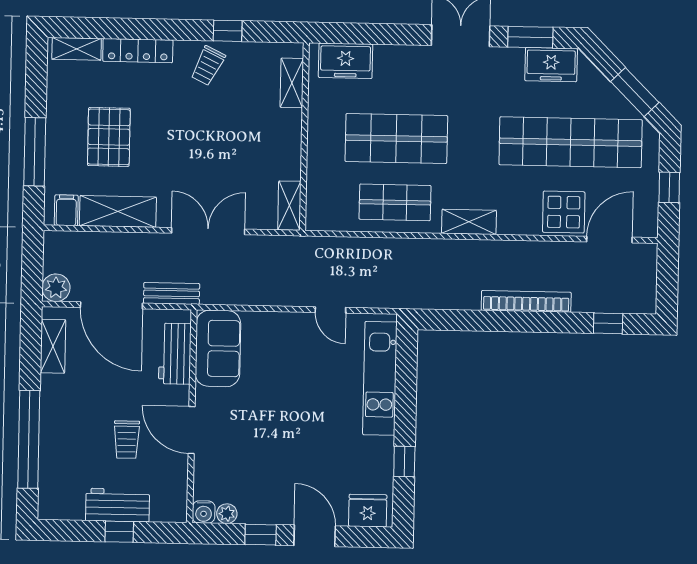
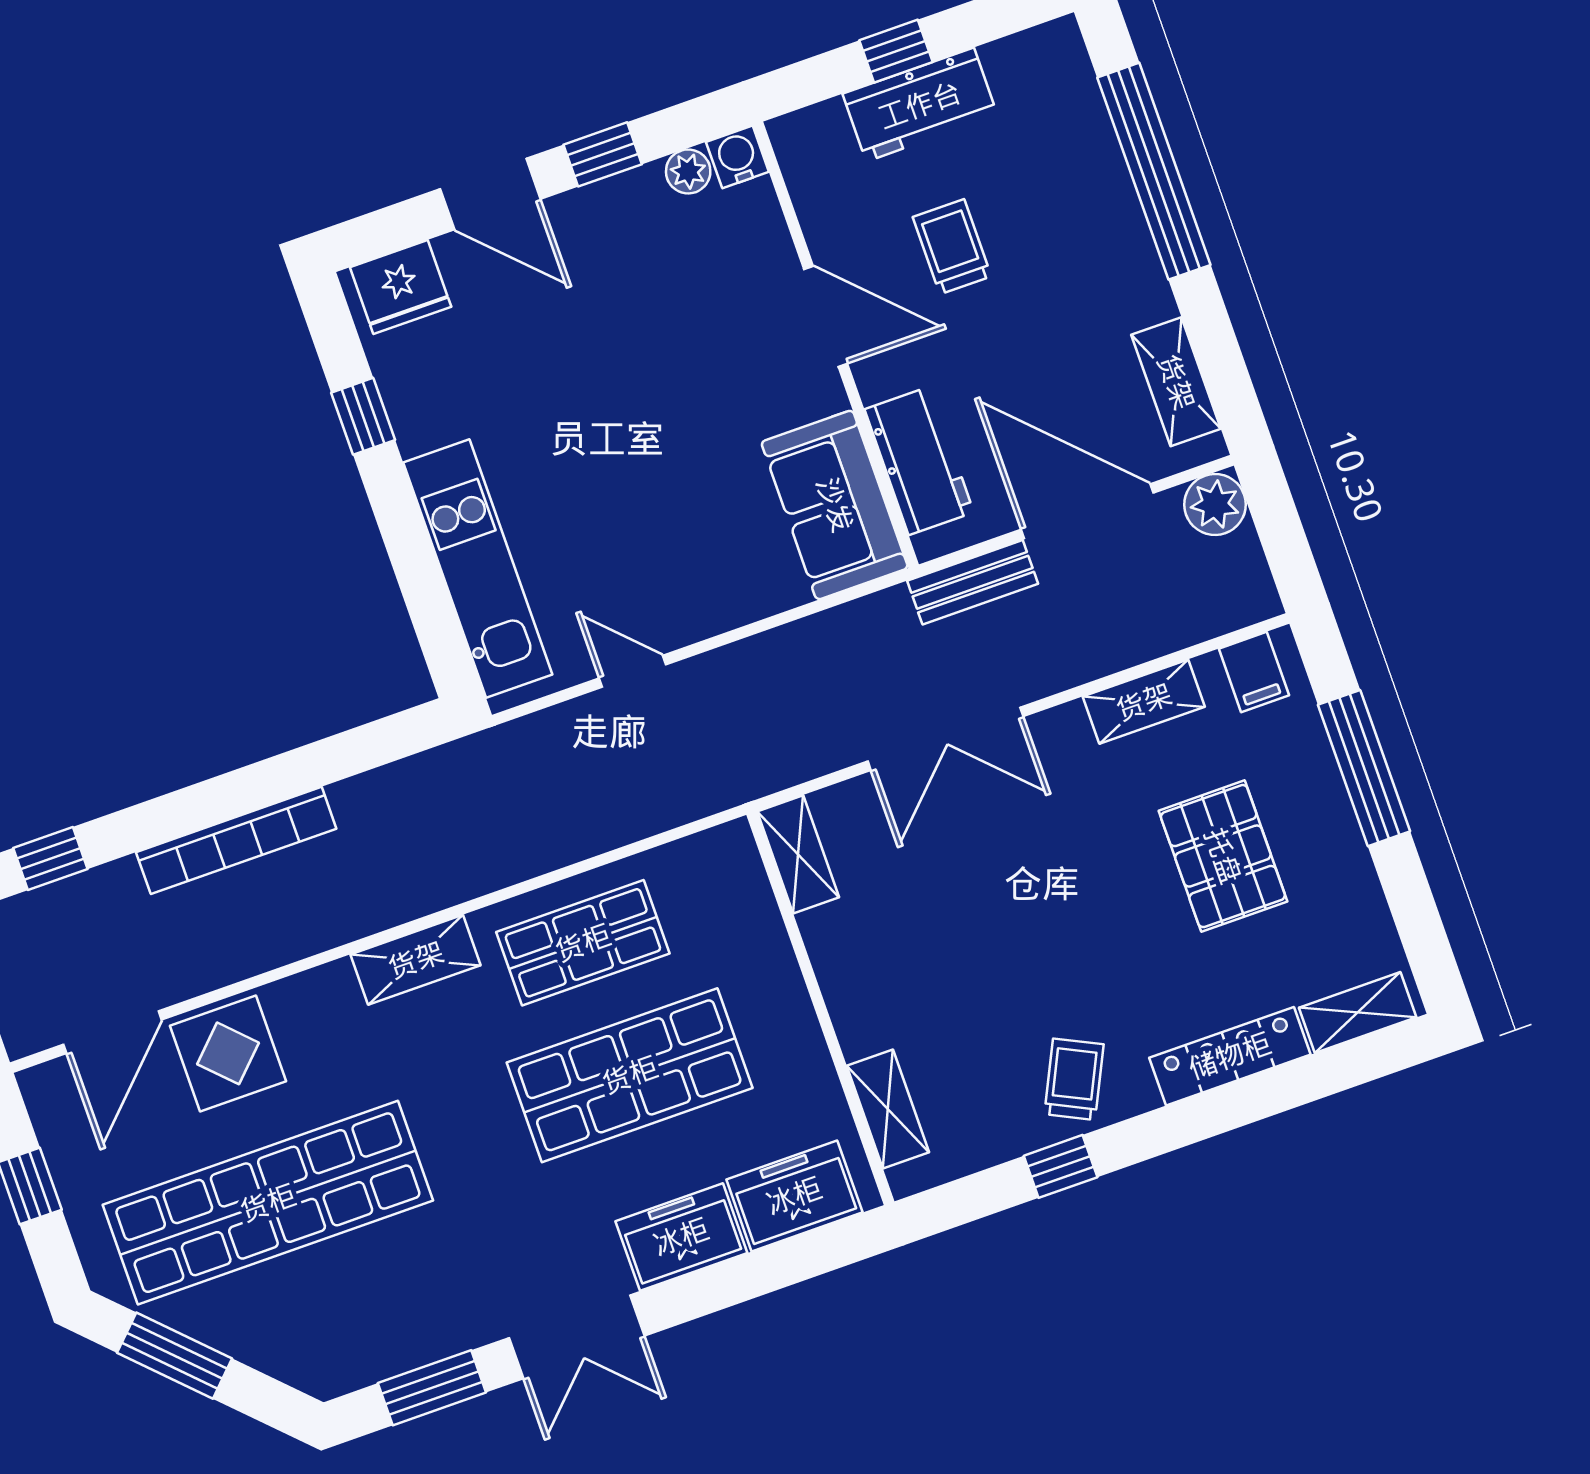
freezer: (551, 65) -> (681, 1237), moved
shelving: (118, 211) -> (1144, 702), width x0.67, depth x0.75

